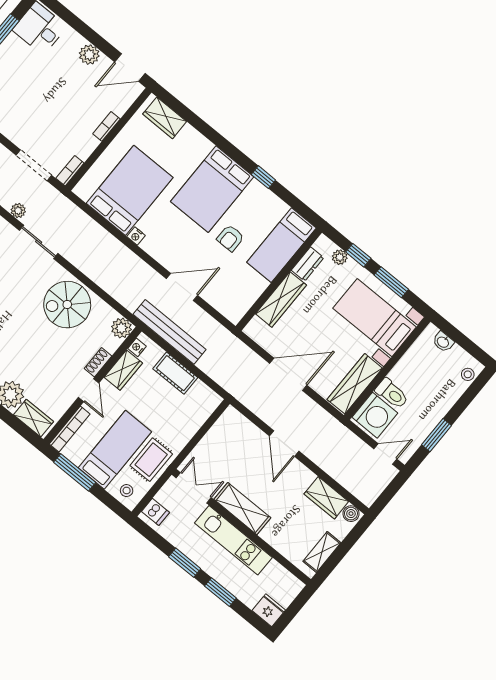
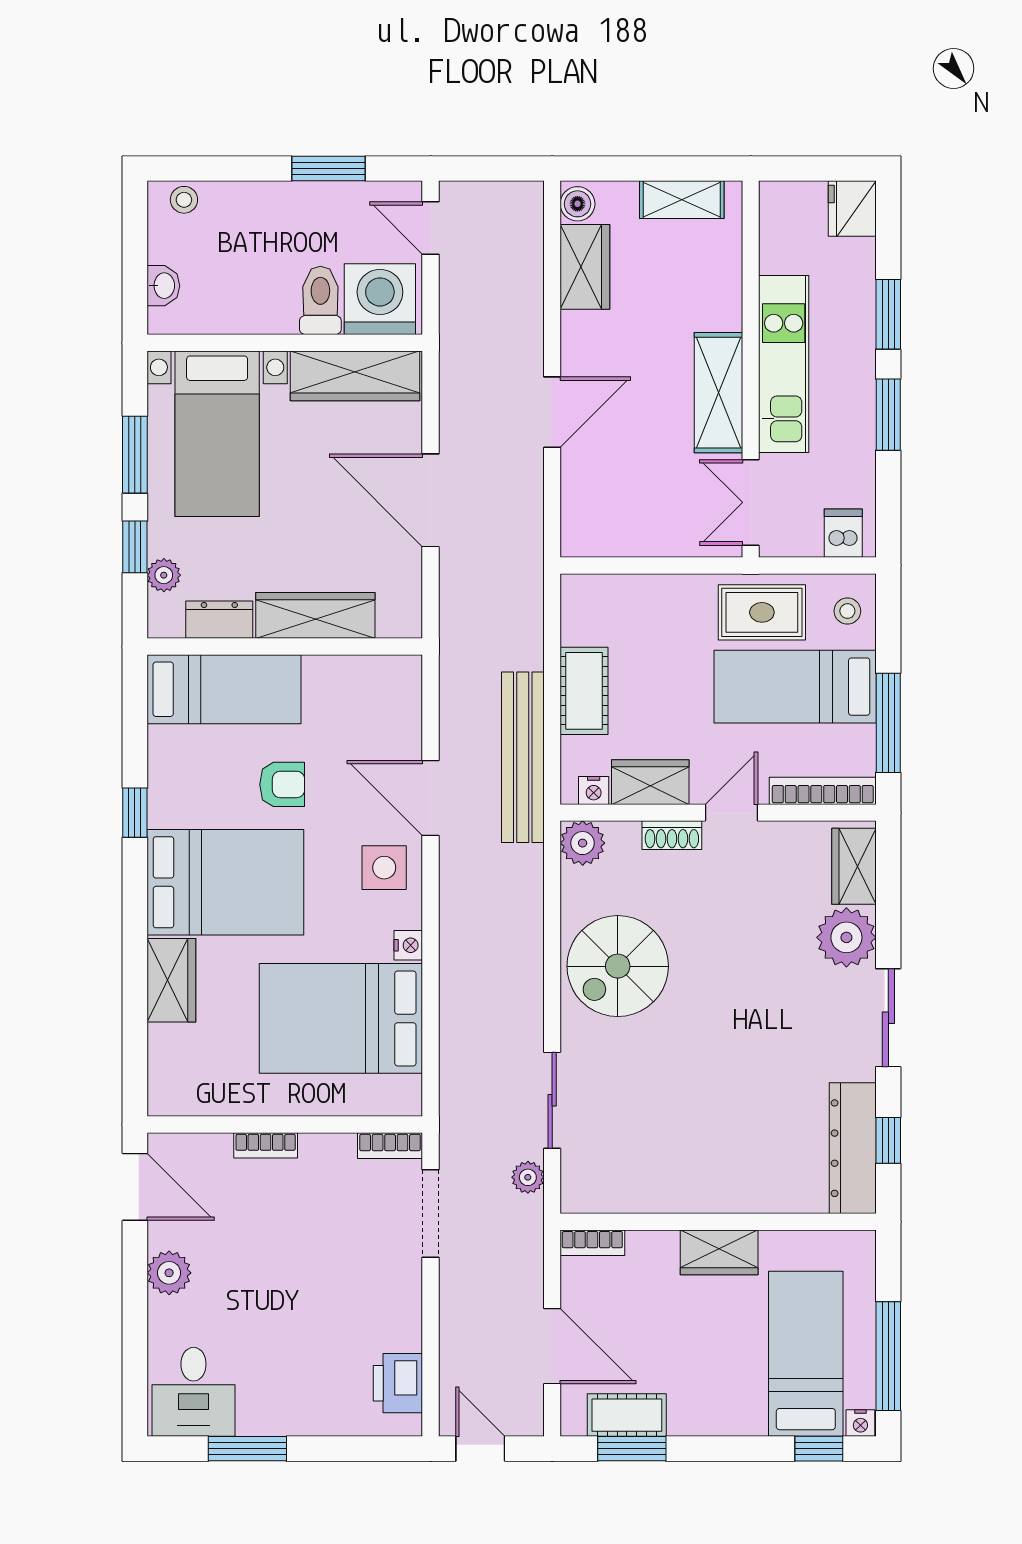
wardrobe: (165, 118) -> (171, 980), moved
side table: (171, 250) -> (384, 868), added
spiral stairs: (67, 305) -> (618, 966), turned 90

